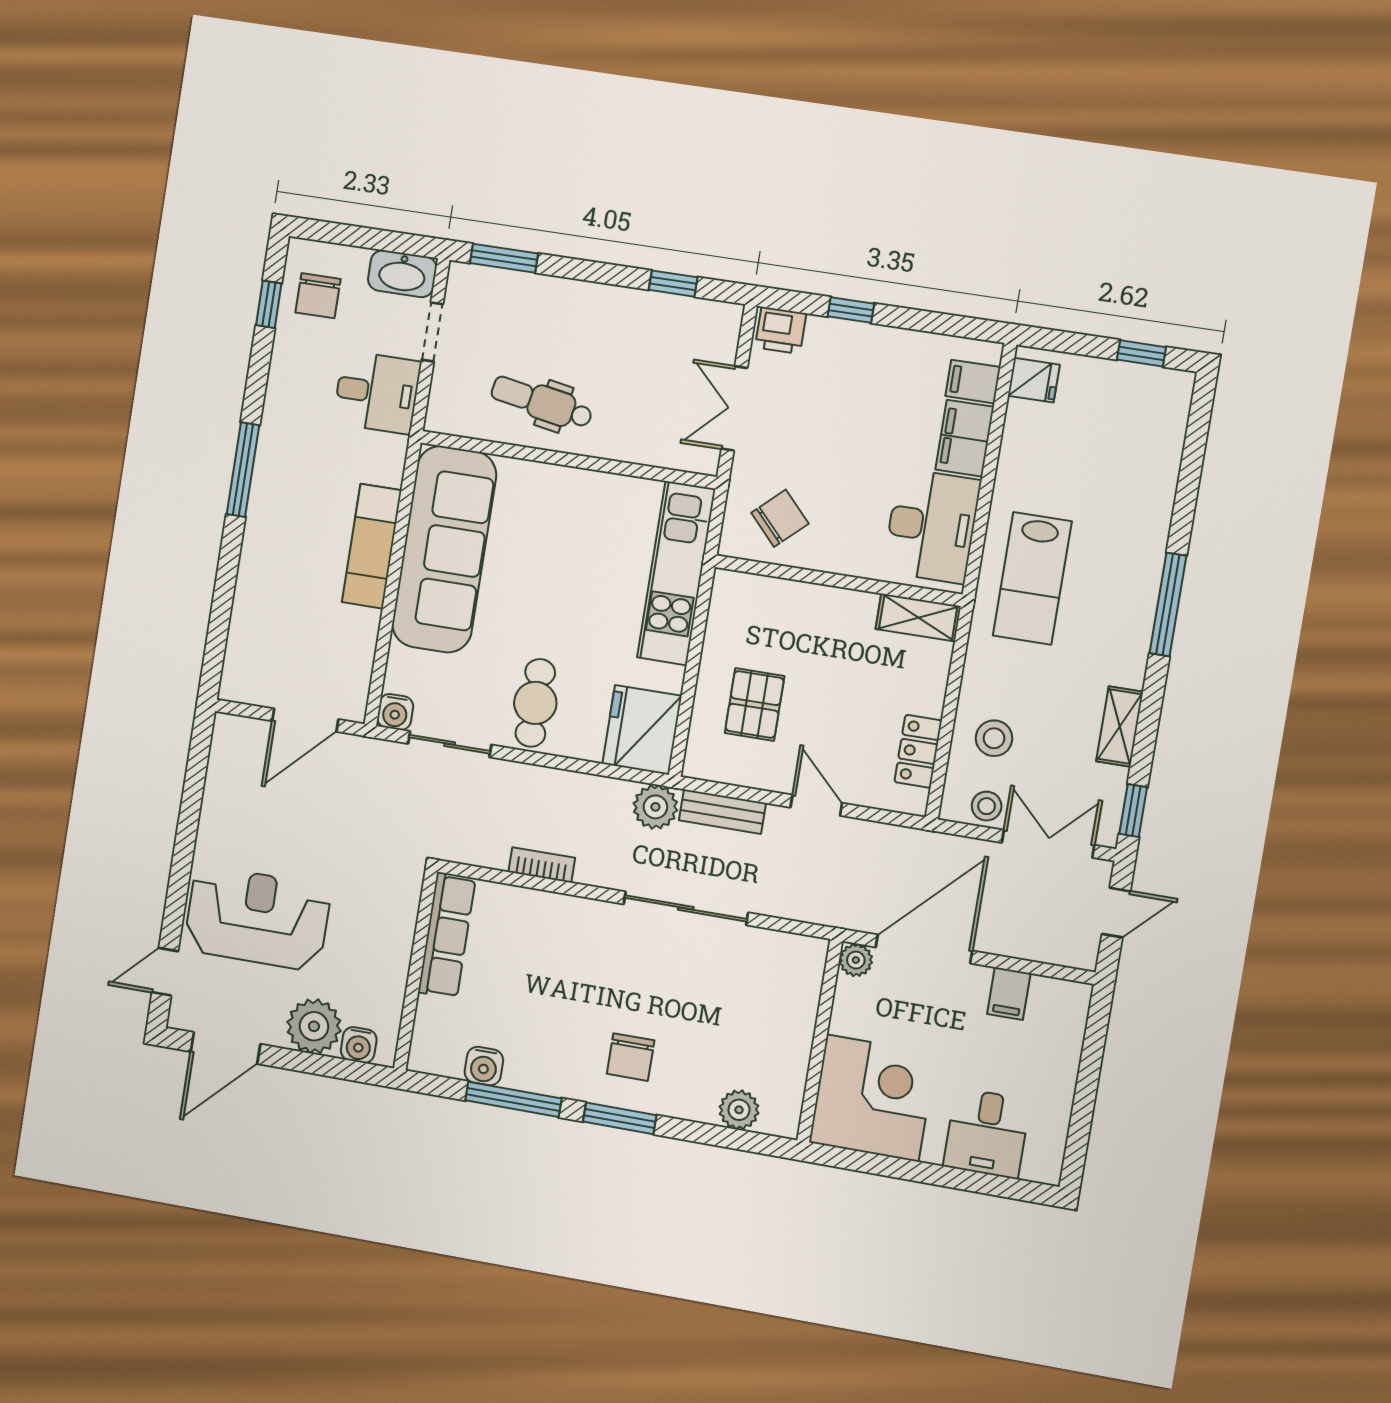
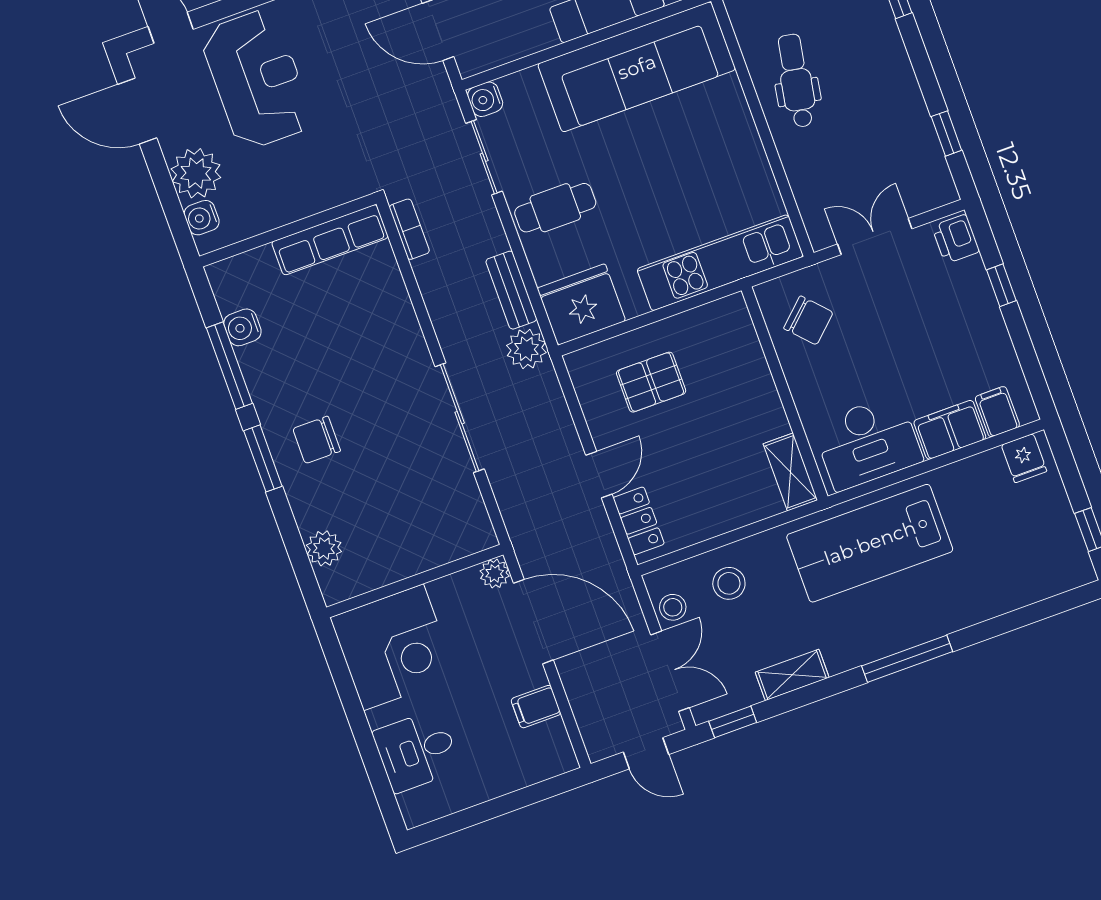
lab bench: (1032, 578) -> (870, 543), width x1.36, depth x1.39
locker: (918, 751) -> (639, 521), moved, turned 90
bench: (722, 812) -> (511, 290), moved
bookcase: (542, 865) -> (409, 229), moved

